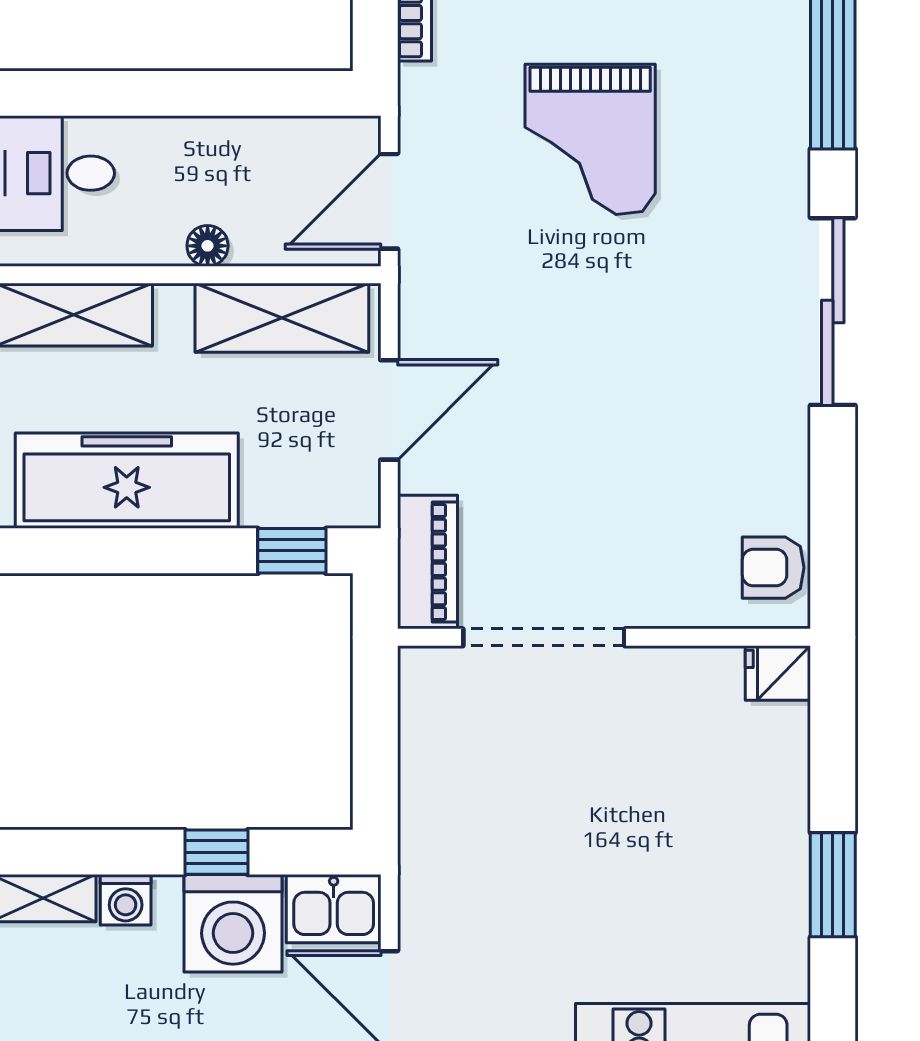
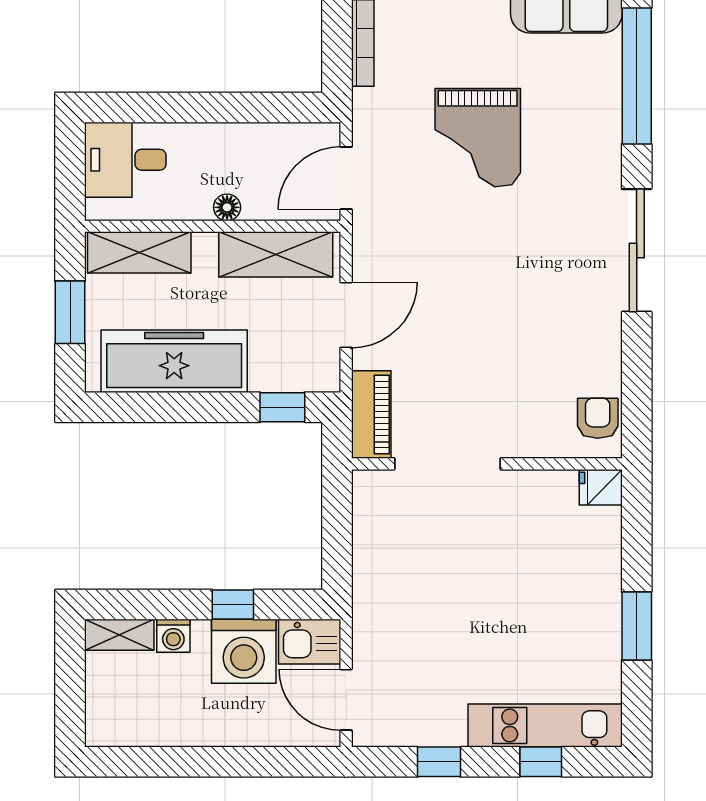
armchair: (773, 568) -> (598, 418), turned 90

